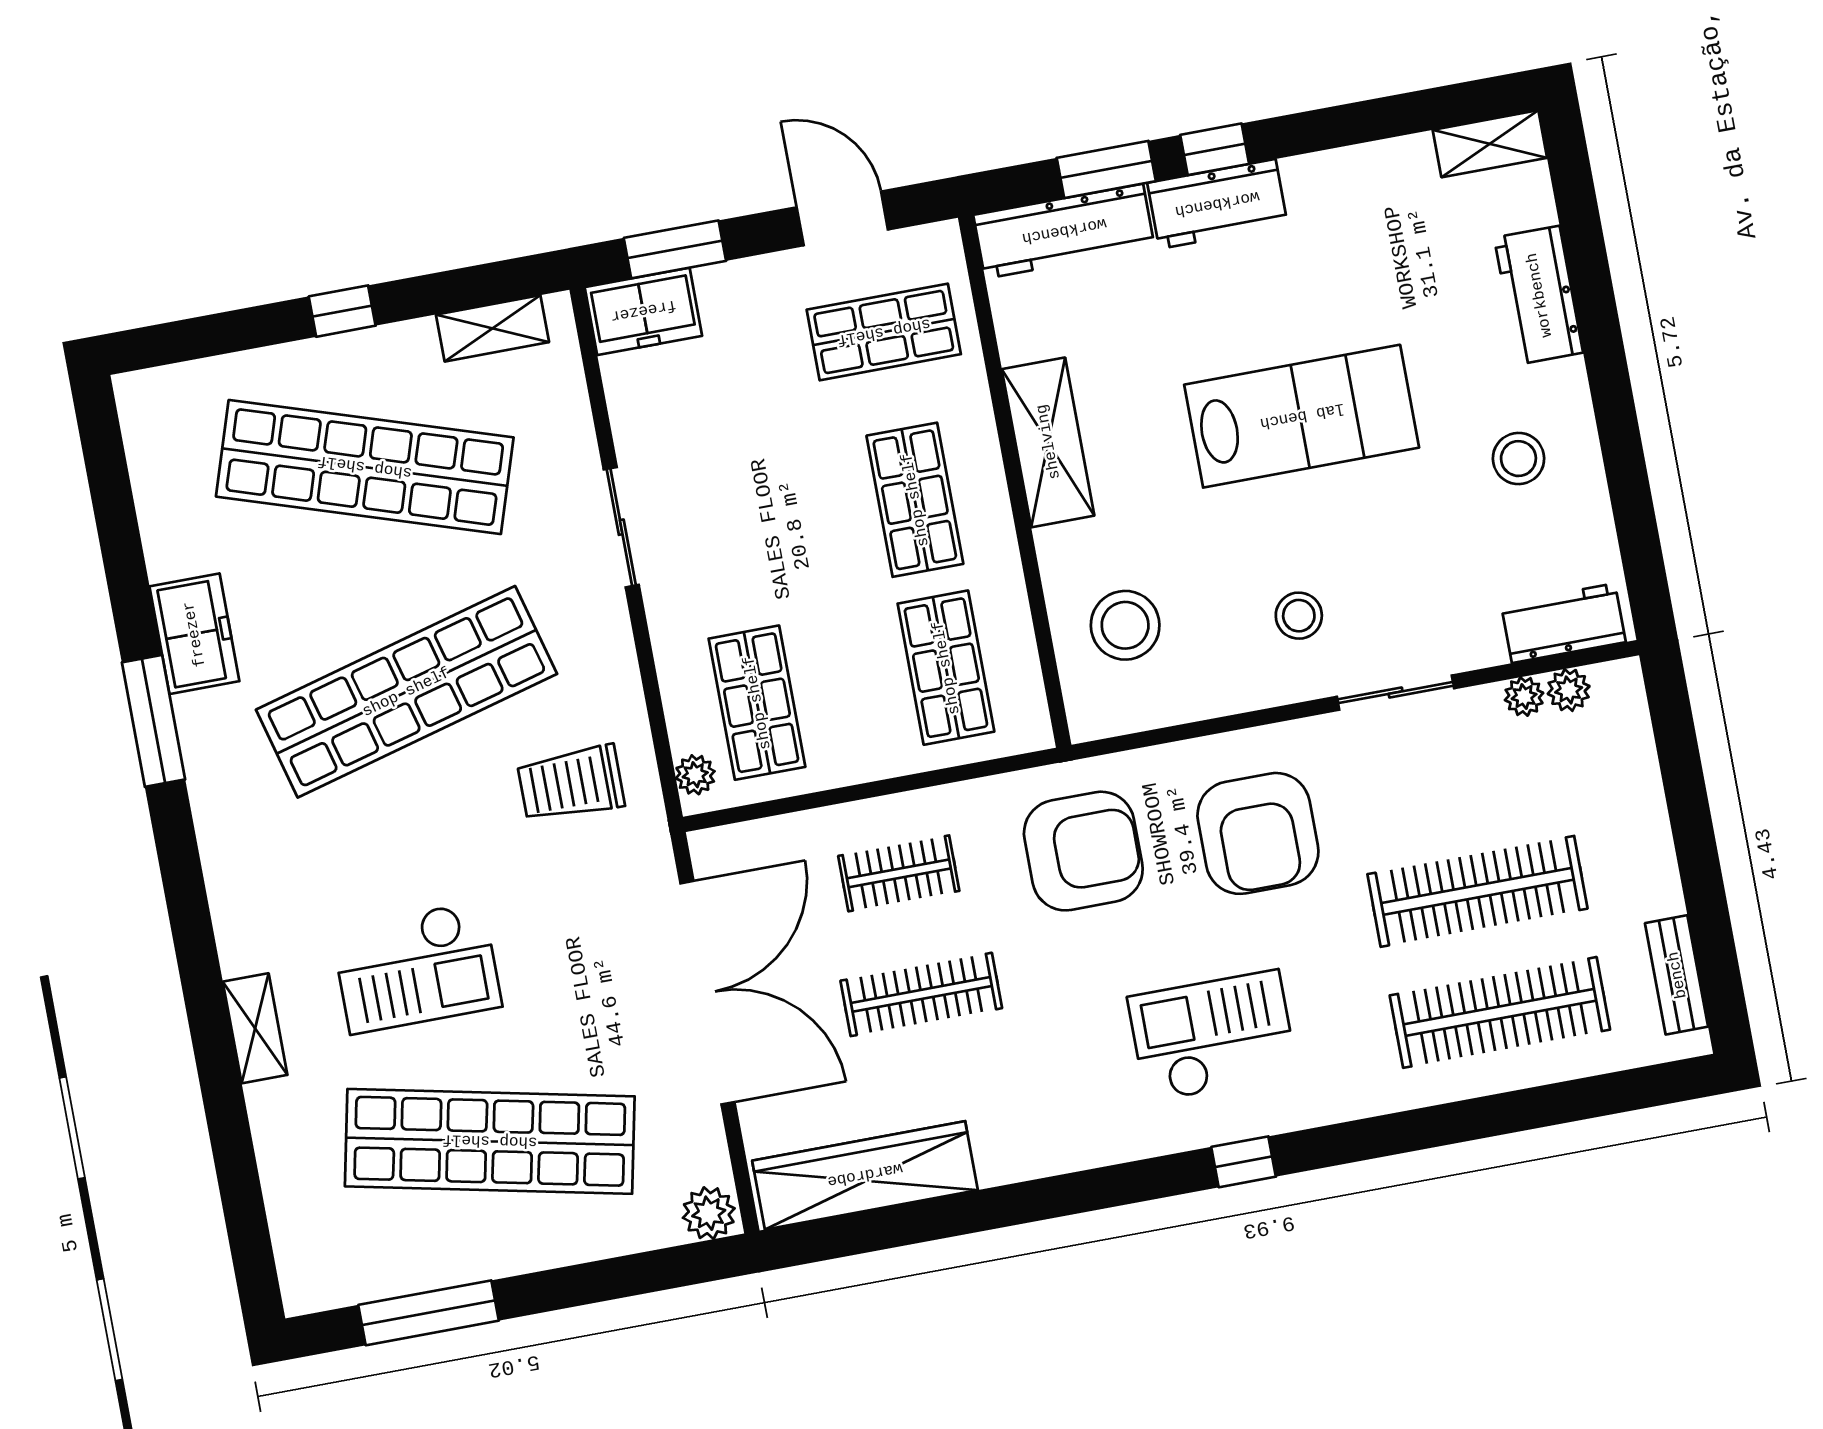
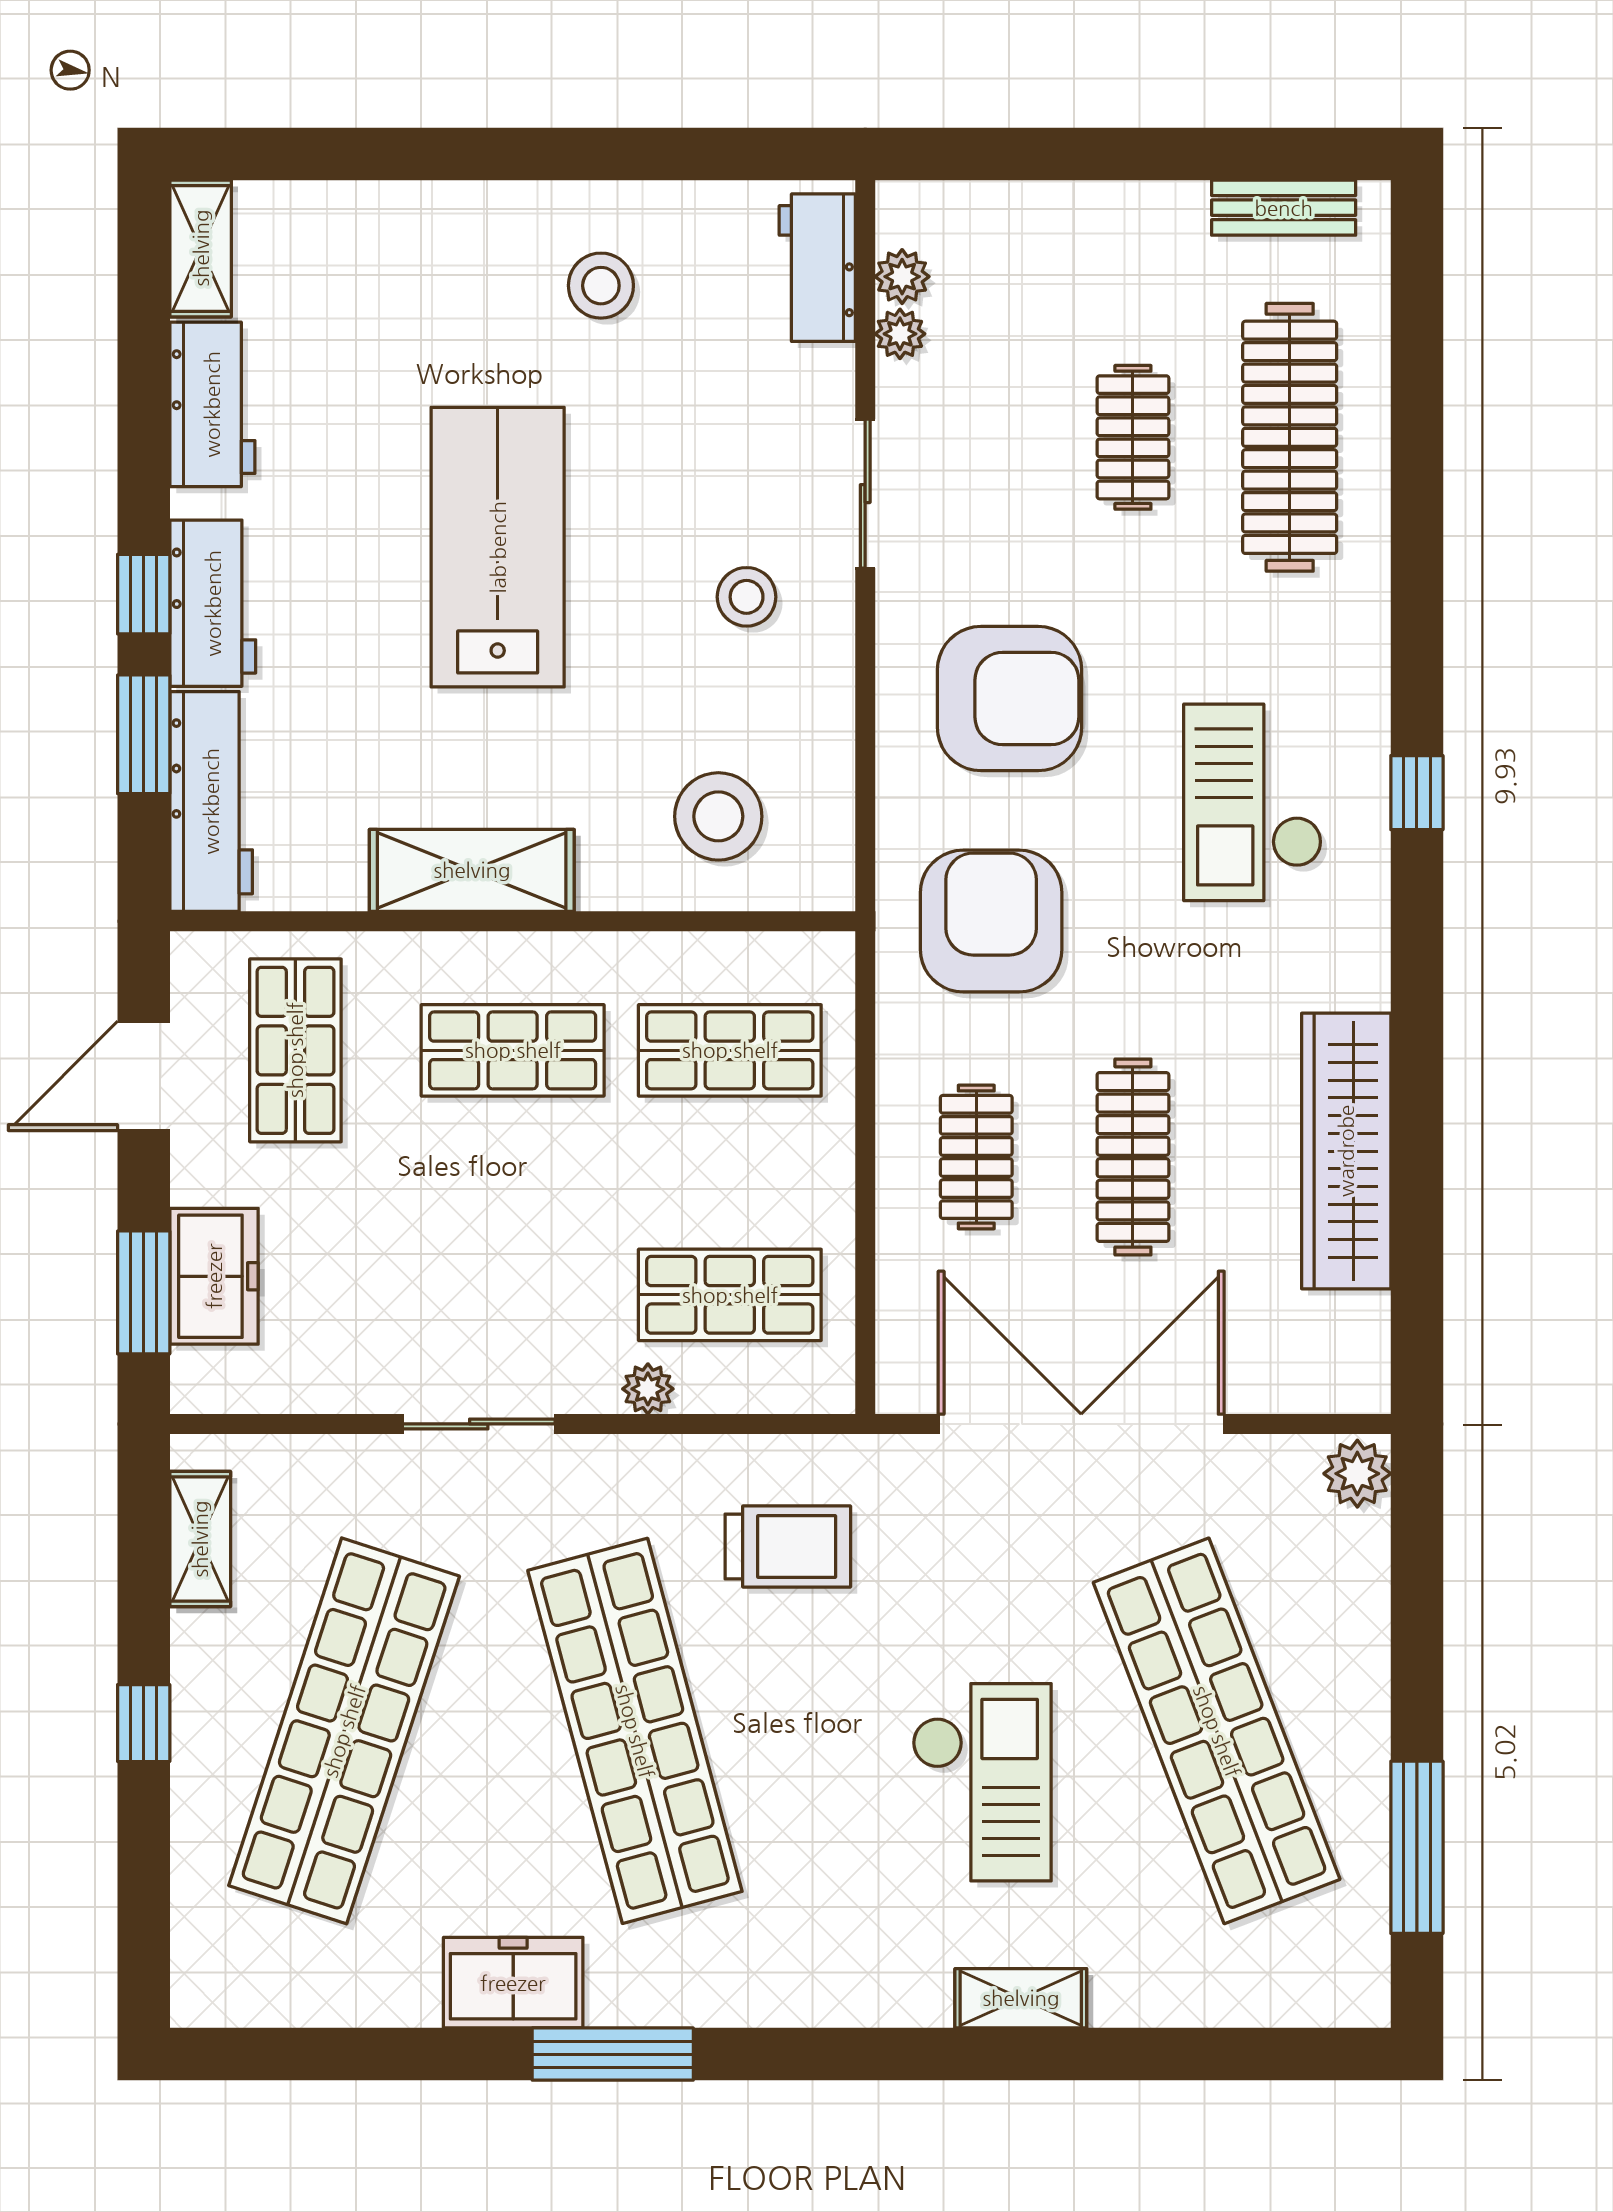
workbench: (1539, 295) -> (212, 404), moved, turned -90
freezer: (643, 311) -> (214, 1276), moved
plant: (695, 775) -> (648, 1389), moved
trolley: (571, 784) -> (788, 1547), turned -90
clothes rail: (1477, 891) -> (1133, 437), width x0.54, depth x0.76
shop shelf: (490, 1141) -> (1217, 1731), turned -33
wardrobe: (865, 1175) -> (1346, 1151), moved

